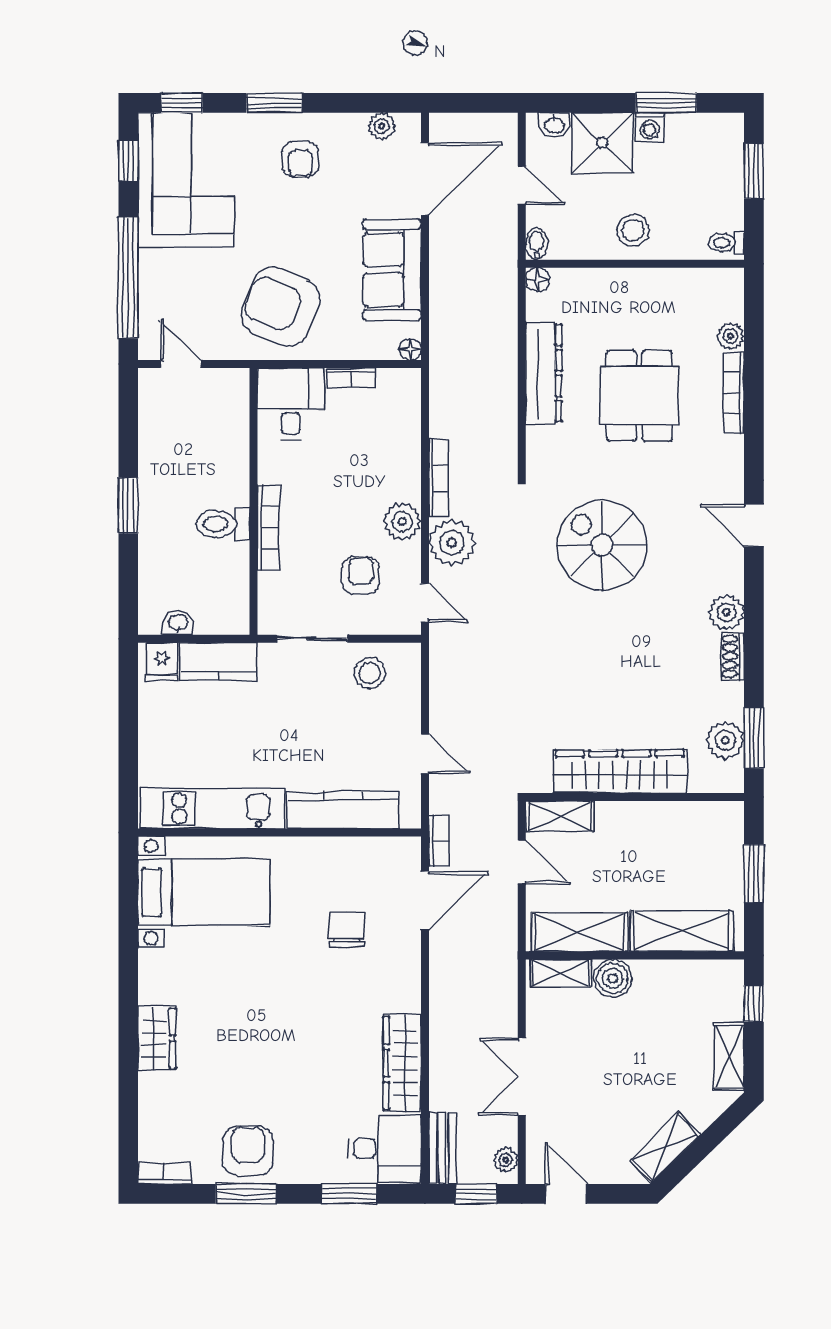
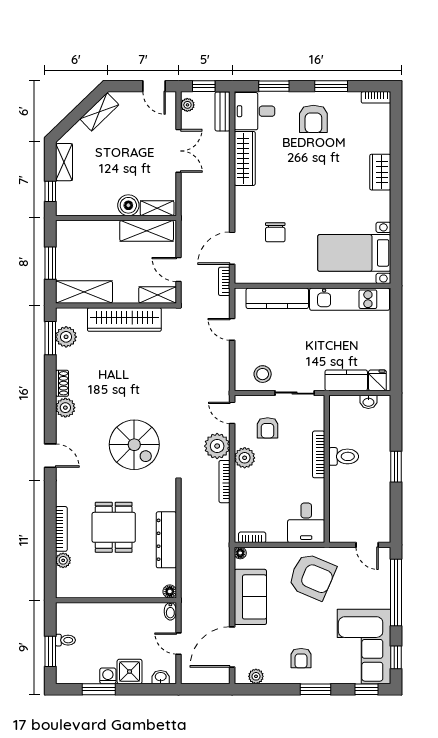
shower: (602, 143) -> (130, 672), width x0.73, depth x0.73
armchair: (300, 159) -> (301, 658), turned 180
stool: (633, 230) -> (117, 619), removed
toilet: (726, 243) -> (65, 640), moved
bookcase: (351, 378) -> (252, 537), moved
shelving: (682, 931) -> (84, 292), moved
armchair: (248, 1151) -> (313, 119), moved

